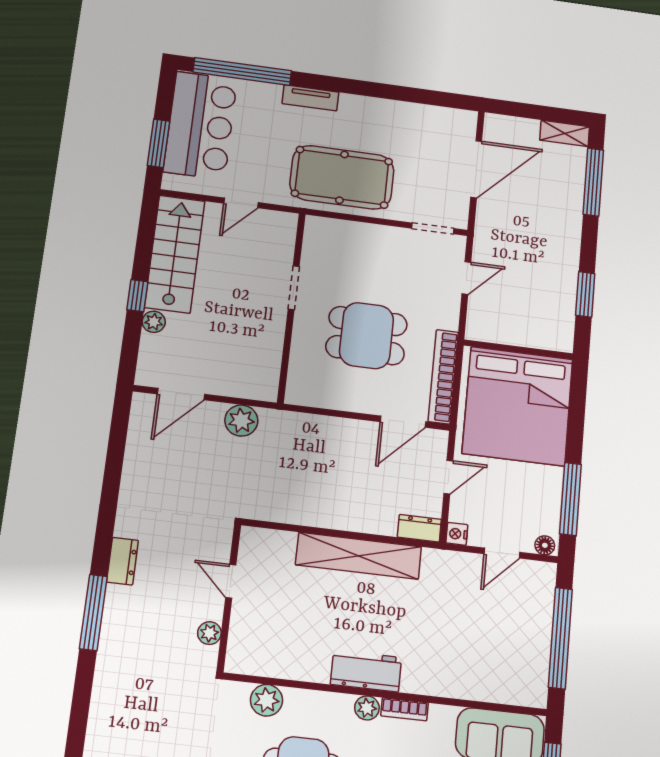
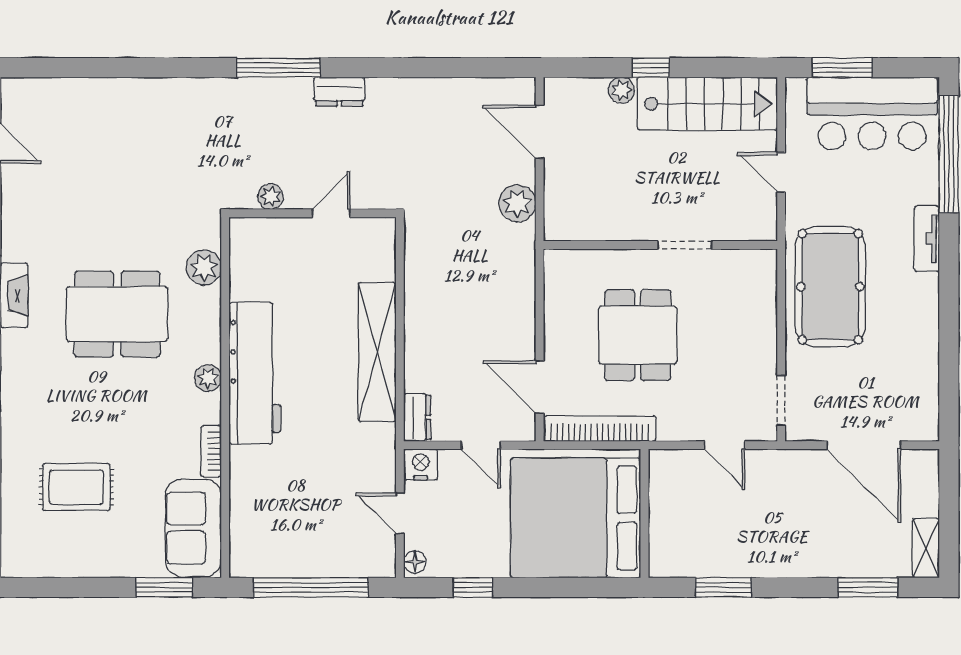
window: (593, 182) -> (868, 587), width x0.69
window: (570, 499) -> (473, 587), width x0.46
nightstand: (457, 534) -> (421, 464), width x1.39, depth x1.35
workbench: (366, 671) -> (255, 373), width x1.88, depth x1.32
bookcase: (404, 709) -> (211, 451), moved

